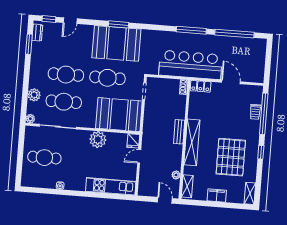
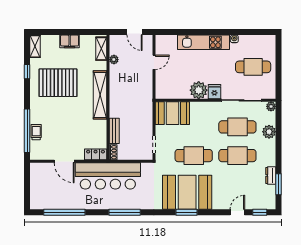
window: (191, 30) -> (125, 212), moved
dresser: (37, 32) -> (271, 175), moved
booth: (119, 115) -> (172, 113), width x0.73, depth x0.70
bench: (179, 132) -> (114, 131), moved
fridge: (133, 141) -> (214, 92), moved
window: (261, 152) -> (27, 72), moved
door: (139, 156) -> (154, 62), moved
pallet: (231, 157) -> (58, 83), turned 90
kitchen unit: (111, 186) -> (204, 42), moved
door: (165, 200) -> (135, 32), moved

